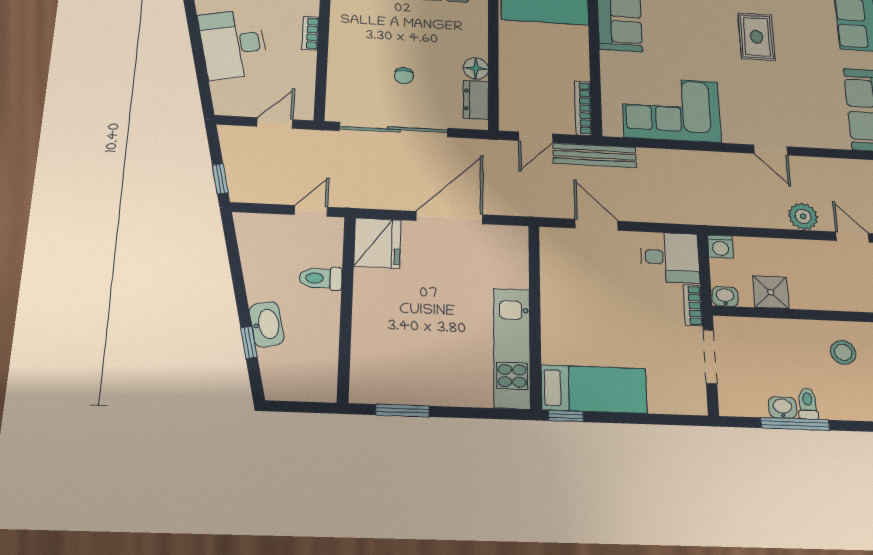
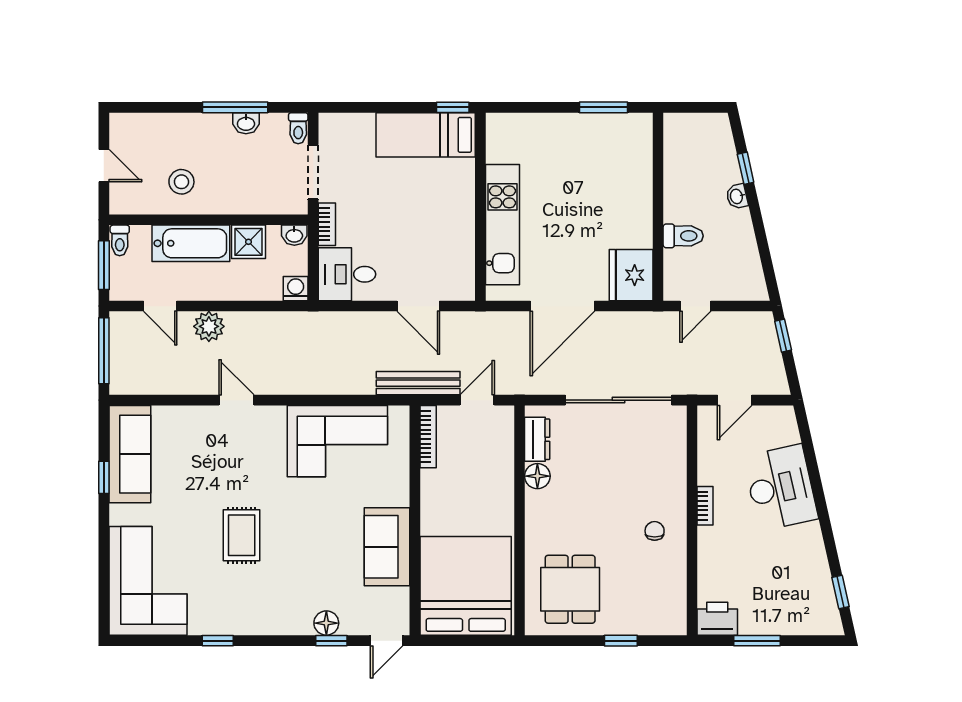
chair: (404, 76) -> (655, 531), moved
bathtub: (828, 293) -> (191, 243), added
washbasin: (267, 324) -> (737, 196), width x0.52, depth x0.69
kitchen unit: (512, 348) -> (502, 225), moved
toilet: (808, 403) -> (298, 128), moved

